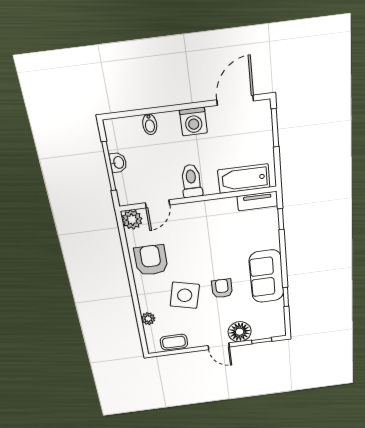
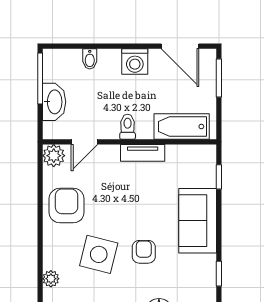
door: (235, 100) -> (180, 46), swing flipped
washbasin: (118, 163) -> (54, 102), width x1.91, depth x1.45
window: (109, 166) -> (40, 78), moved
toilet: (191, 181) -> (128, 127), width x0.73, depth x0.72
tv unit: (258, 201) -> (143, 153), moved
sofa: (267, 276) -> (198, 221), moved

